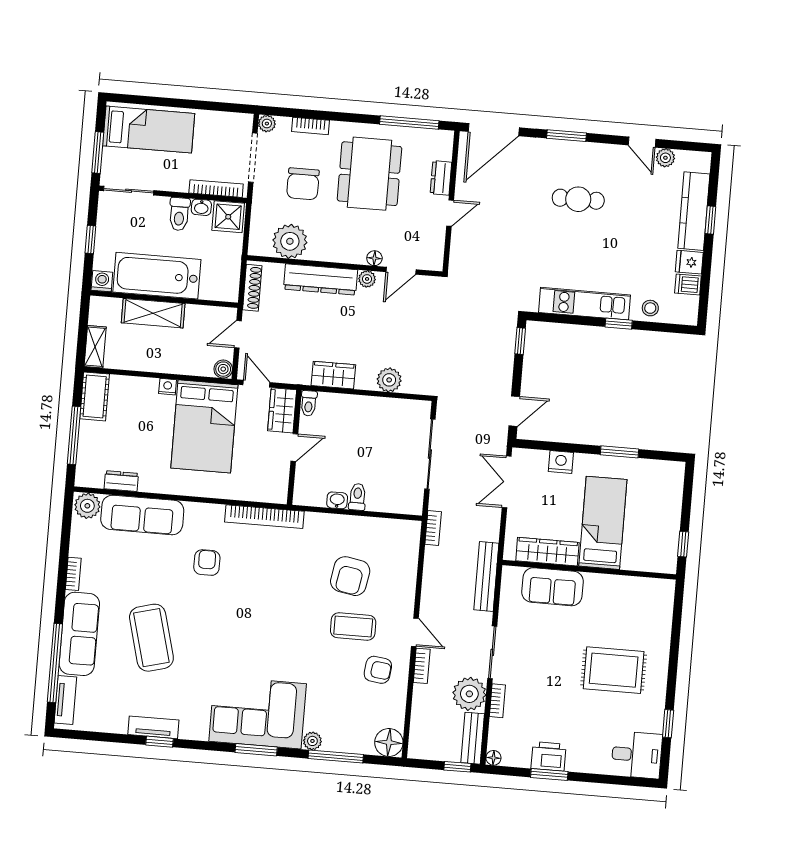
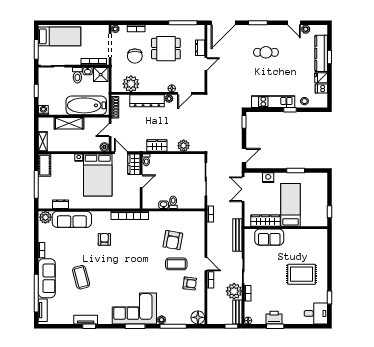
dining table: (369, 174) -> (166, 49), width x0.73
bathtub: (157, 276) -> (86, 105), moved
coffee table: (151, 638) -> (81, 277), width x0.73, depth x0.76

